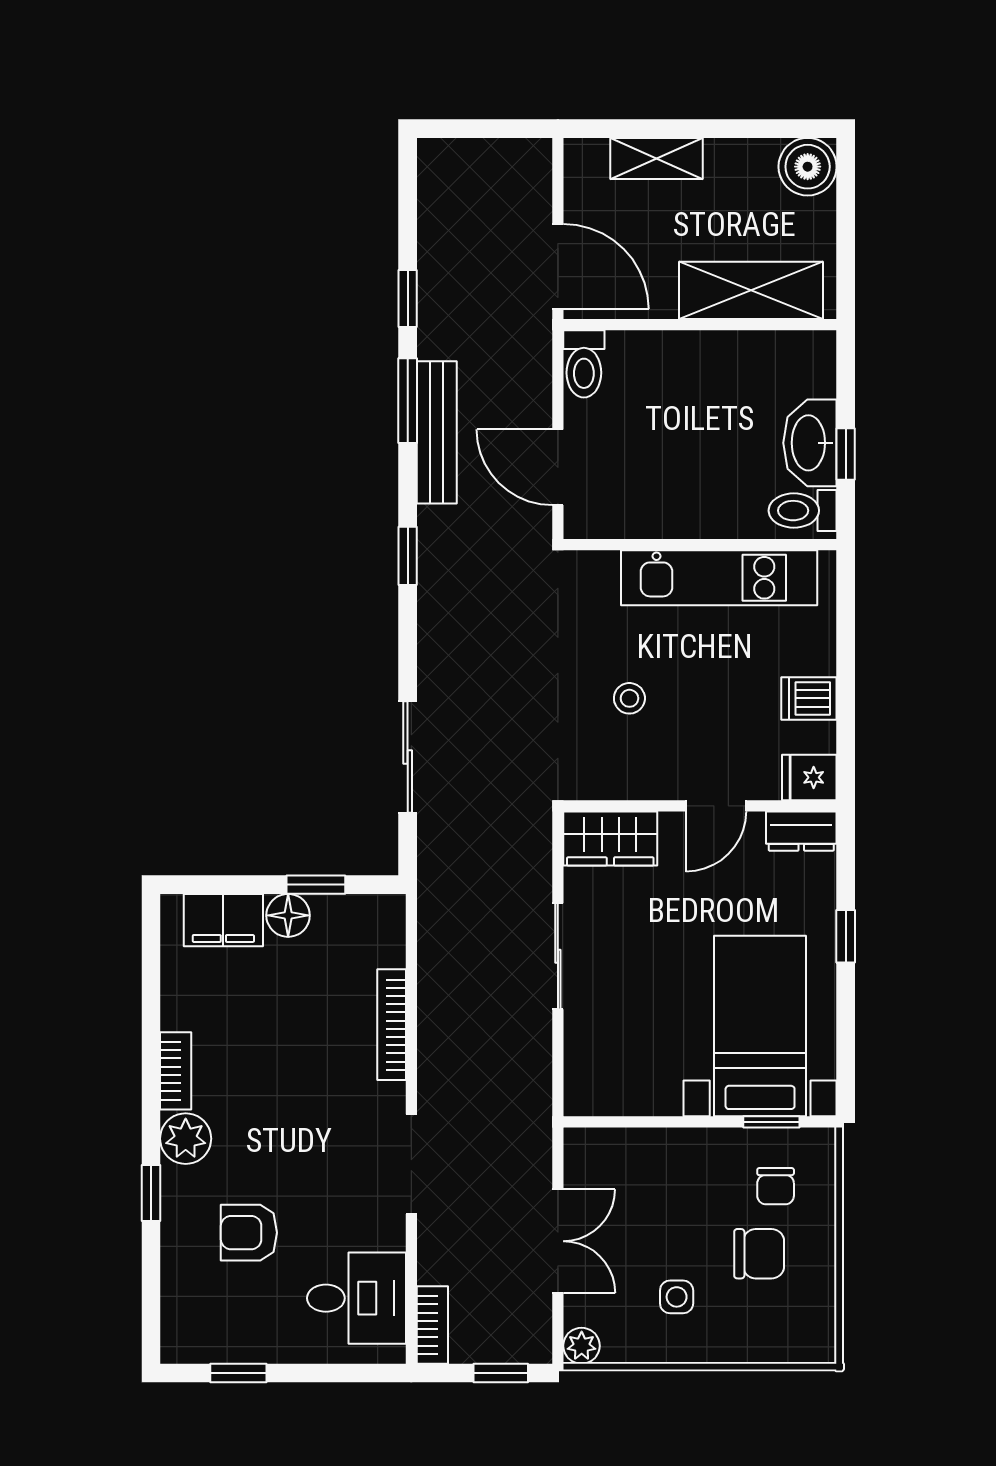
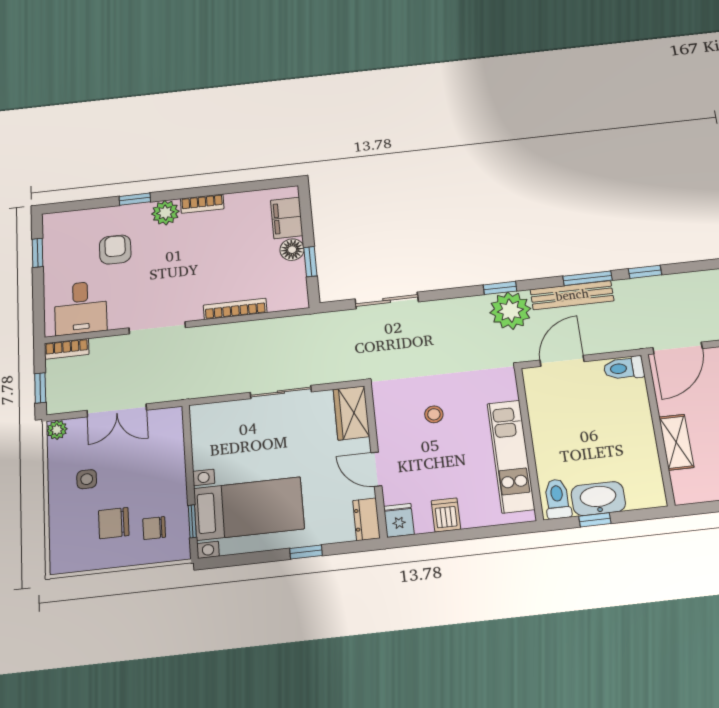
shelving: (751, 290) -> (676, 442), width x0.67, depth x0.75
plant: (453, 544) -> (510, 311), added
chair: (759, 1254) -> (114, 523), turned 90

